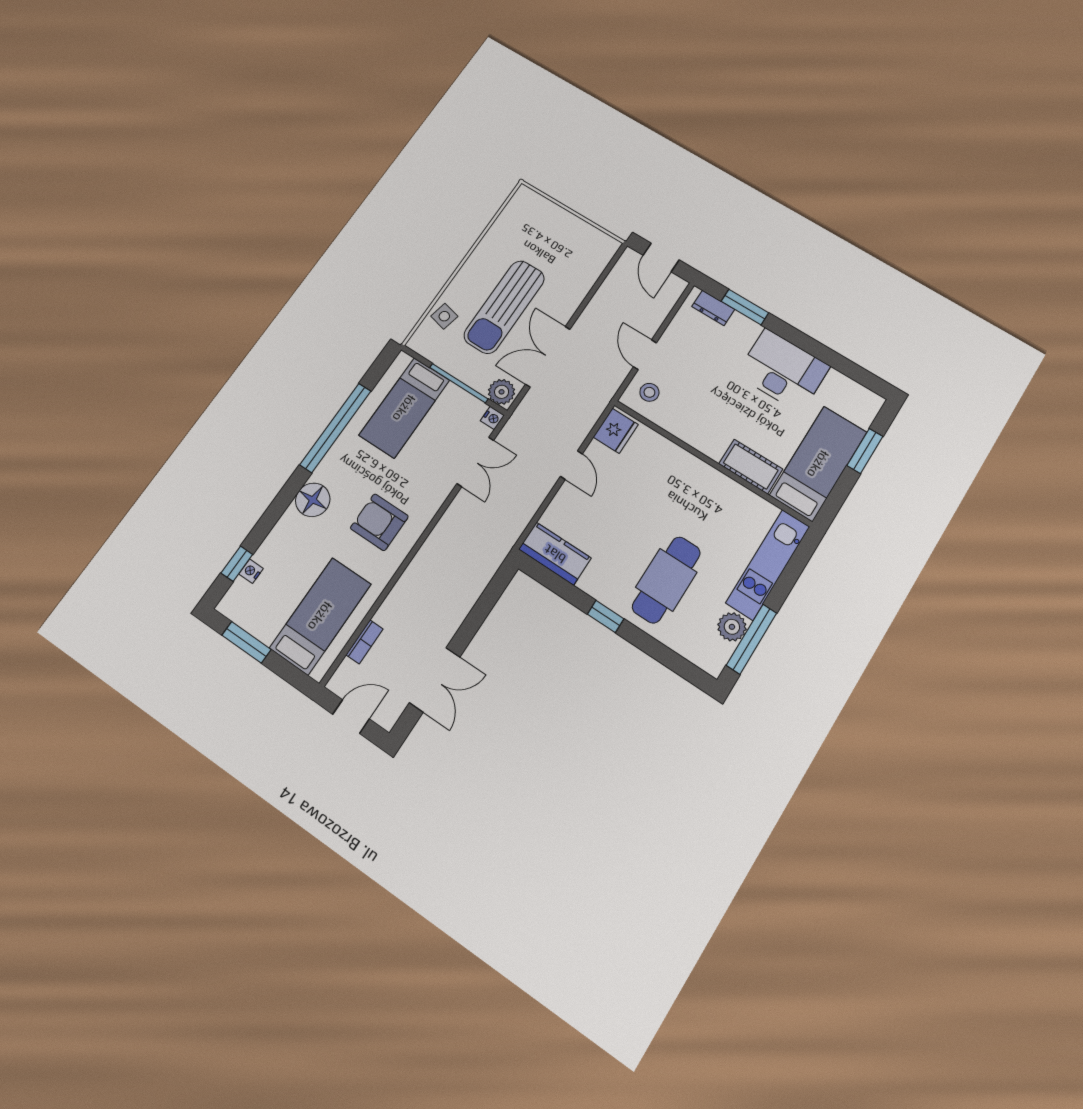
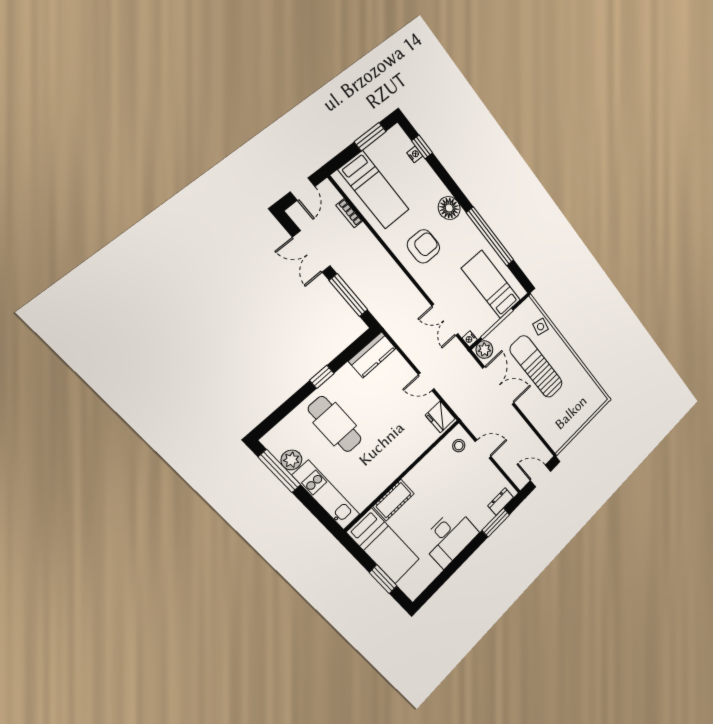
window: (481, 611) -> (348, 295), added

